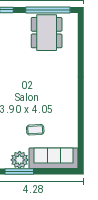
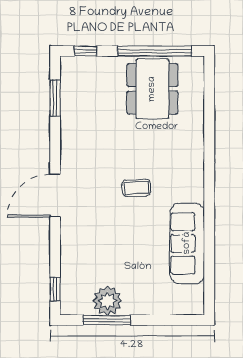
coffee table: (35, 130) -> (136, 188), moved
sofa: (54, 158) -> (187, 243), moved, turned -90

